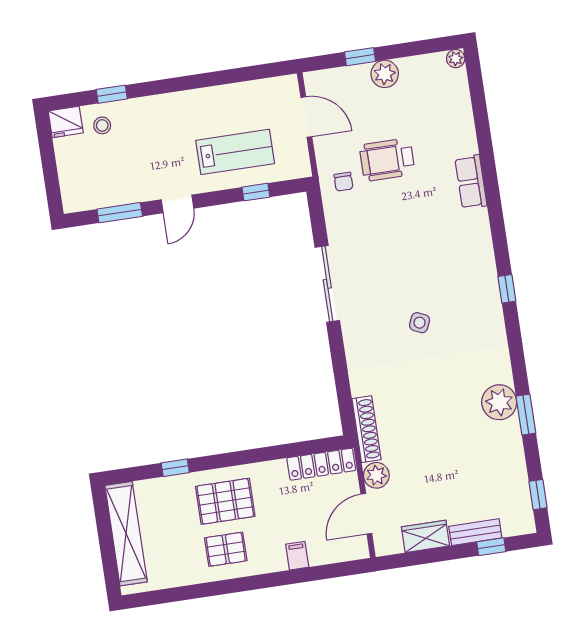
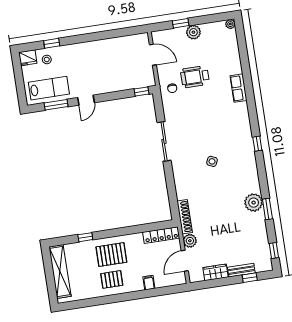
lab bench: (235, 152) -> (49, 88), moved
window: (256, 192) -> (142, 92), moved

